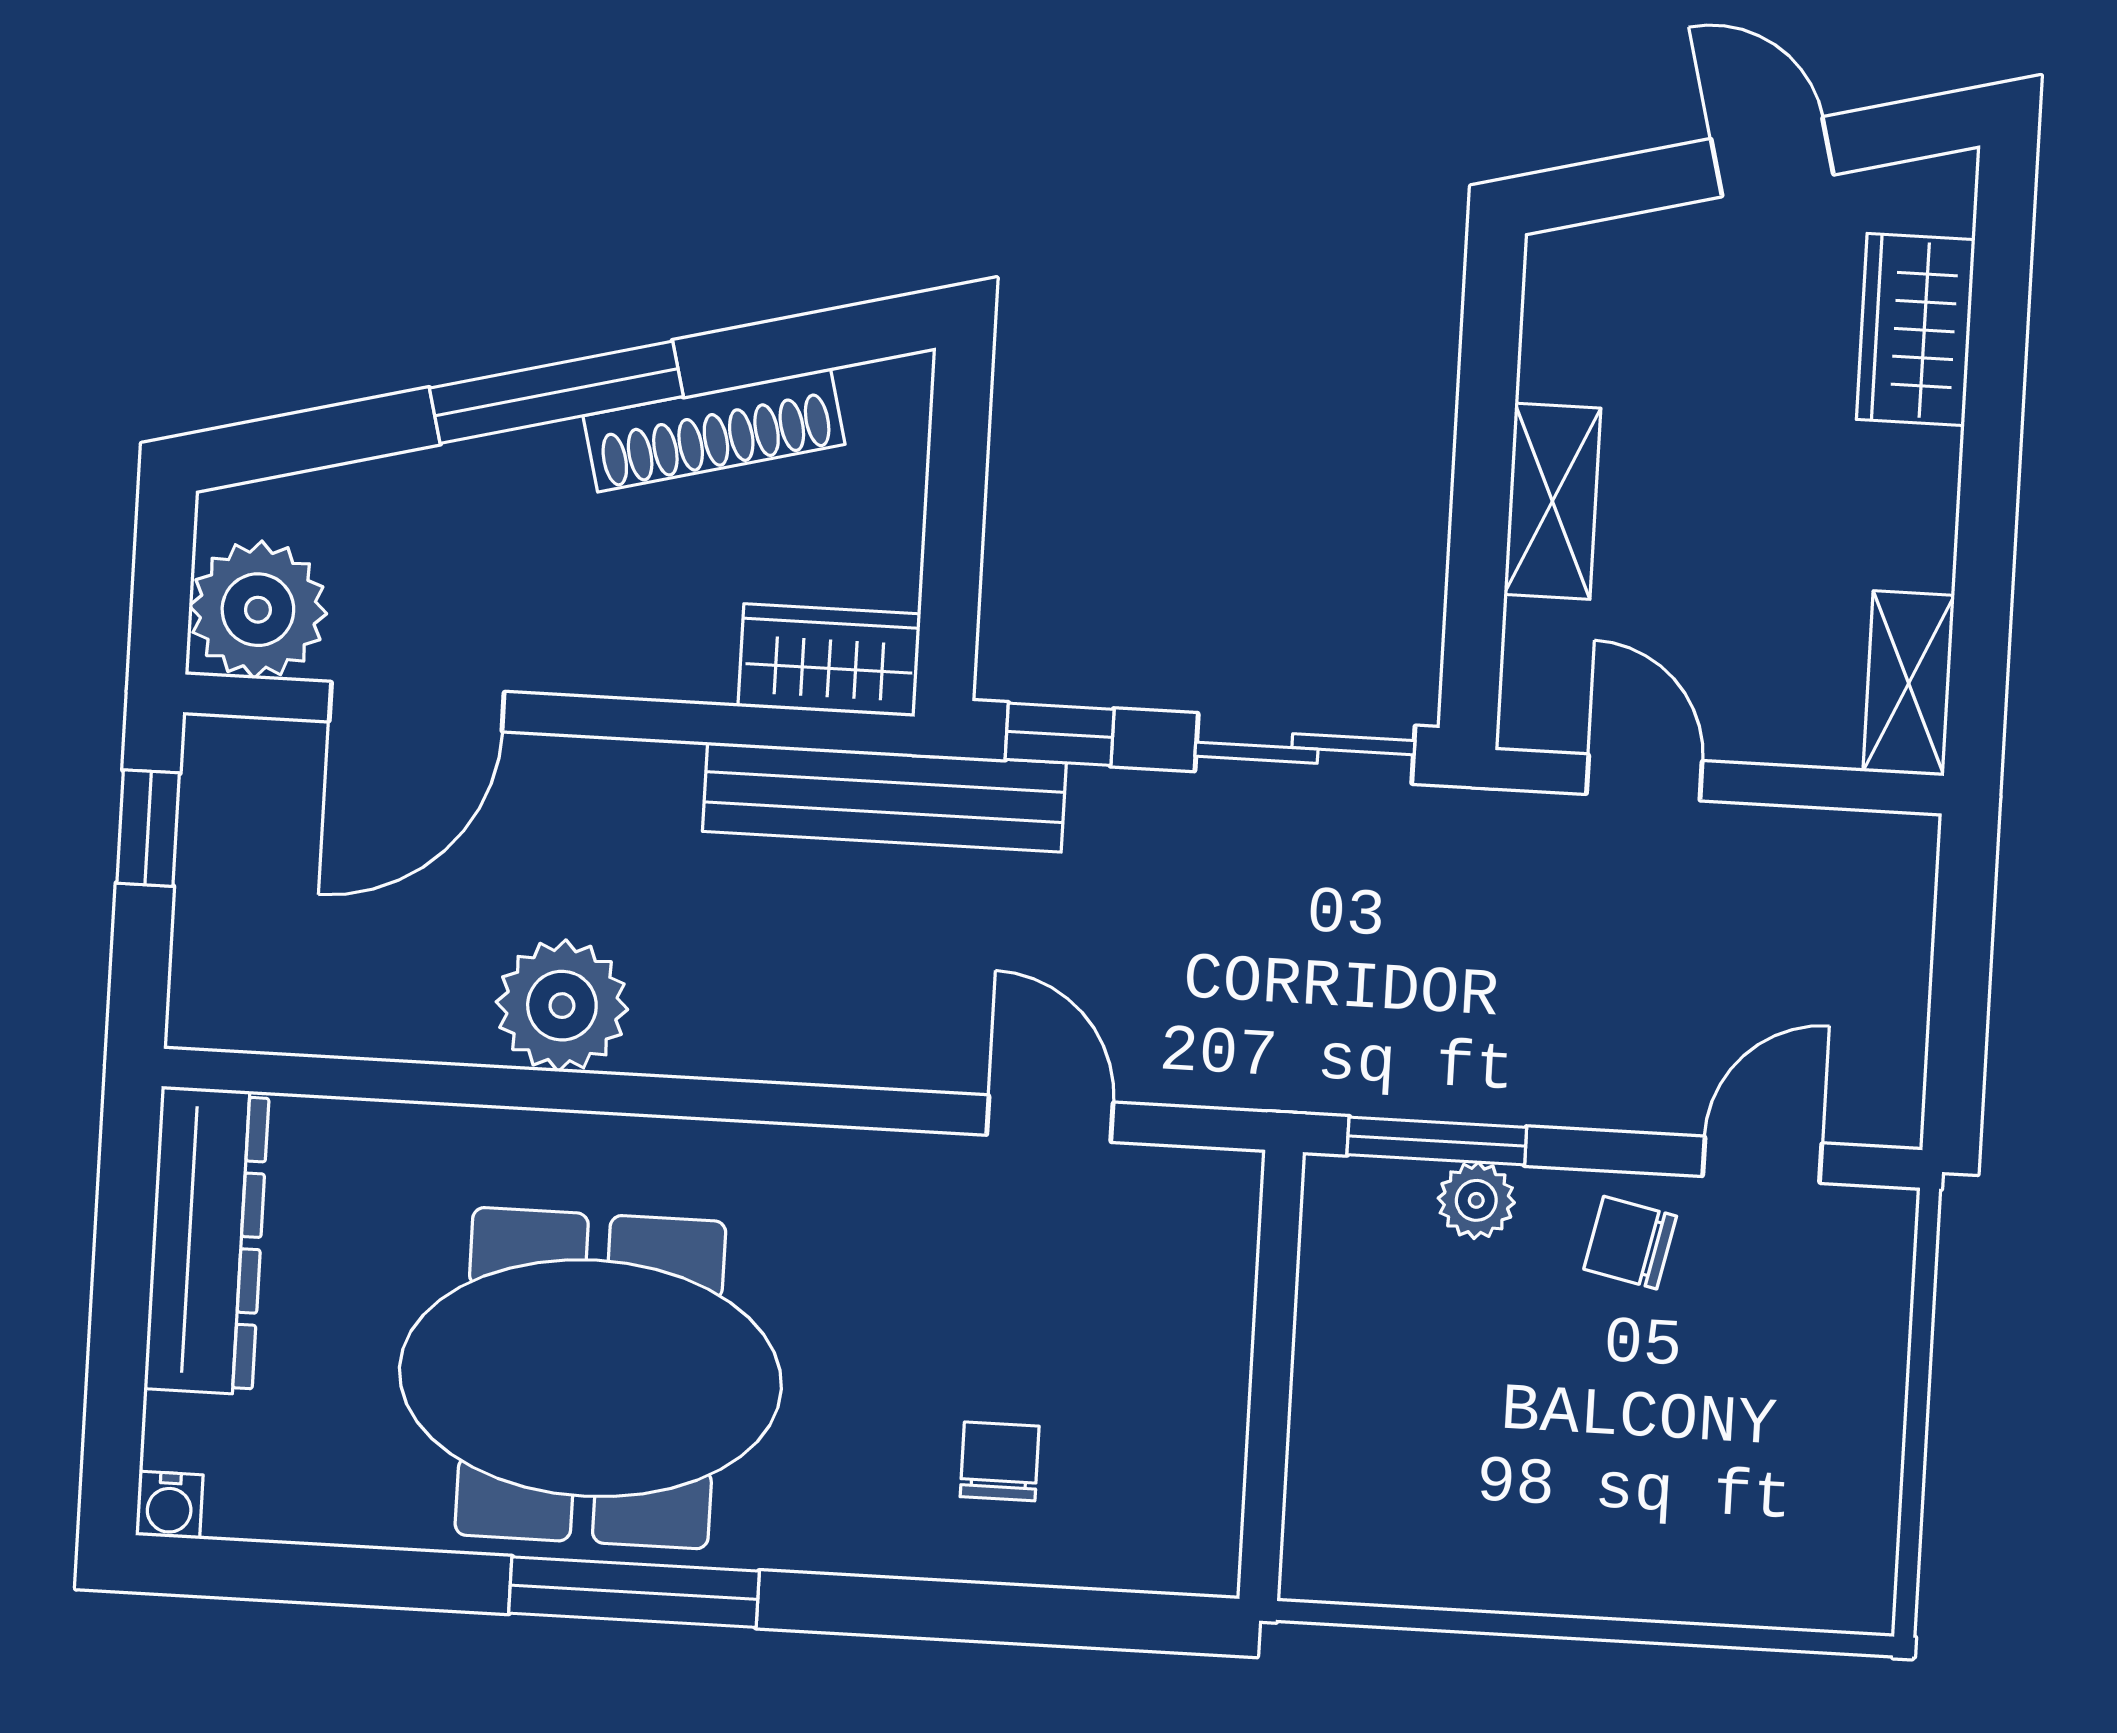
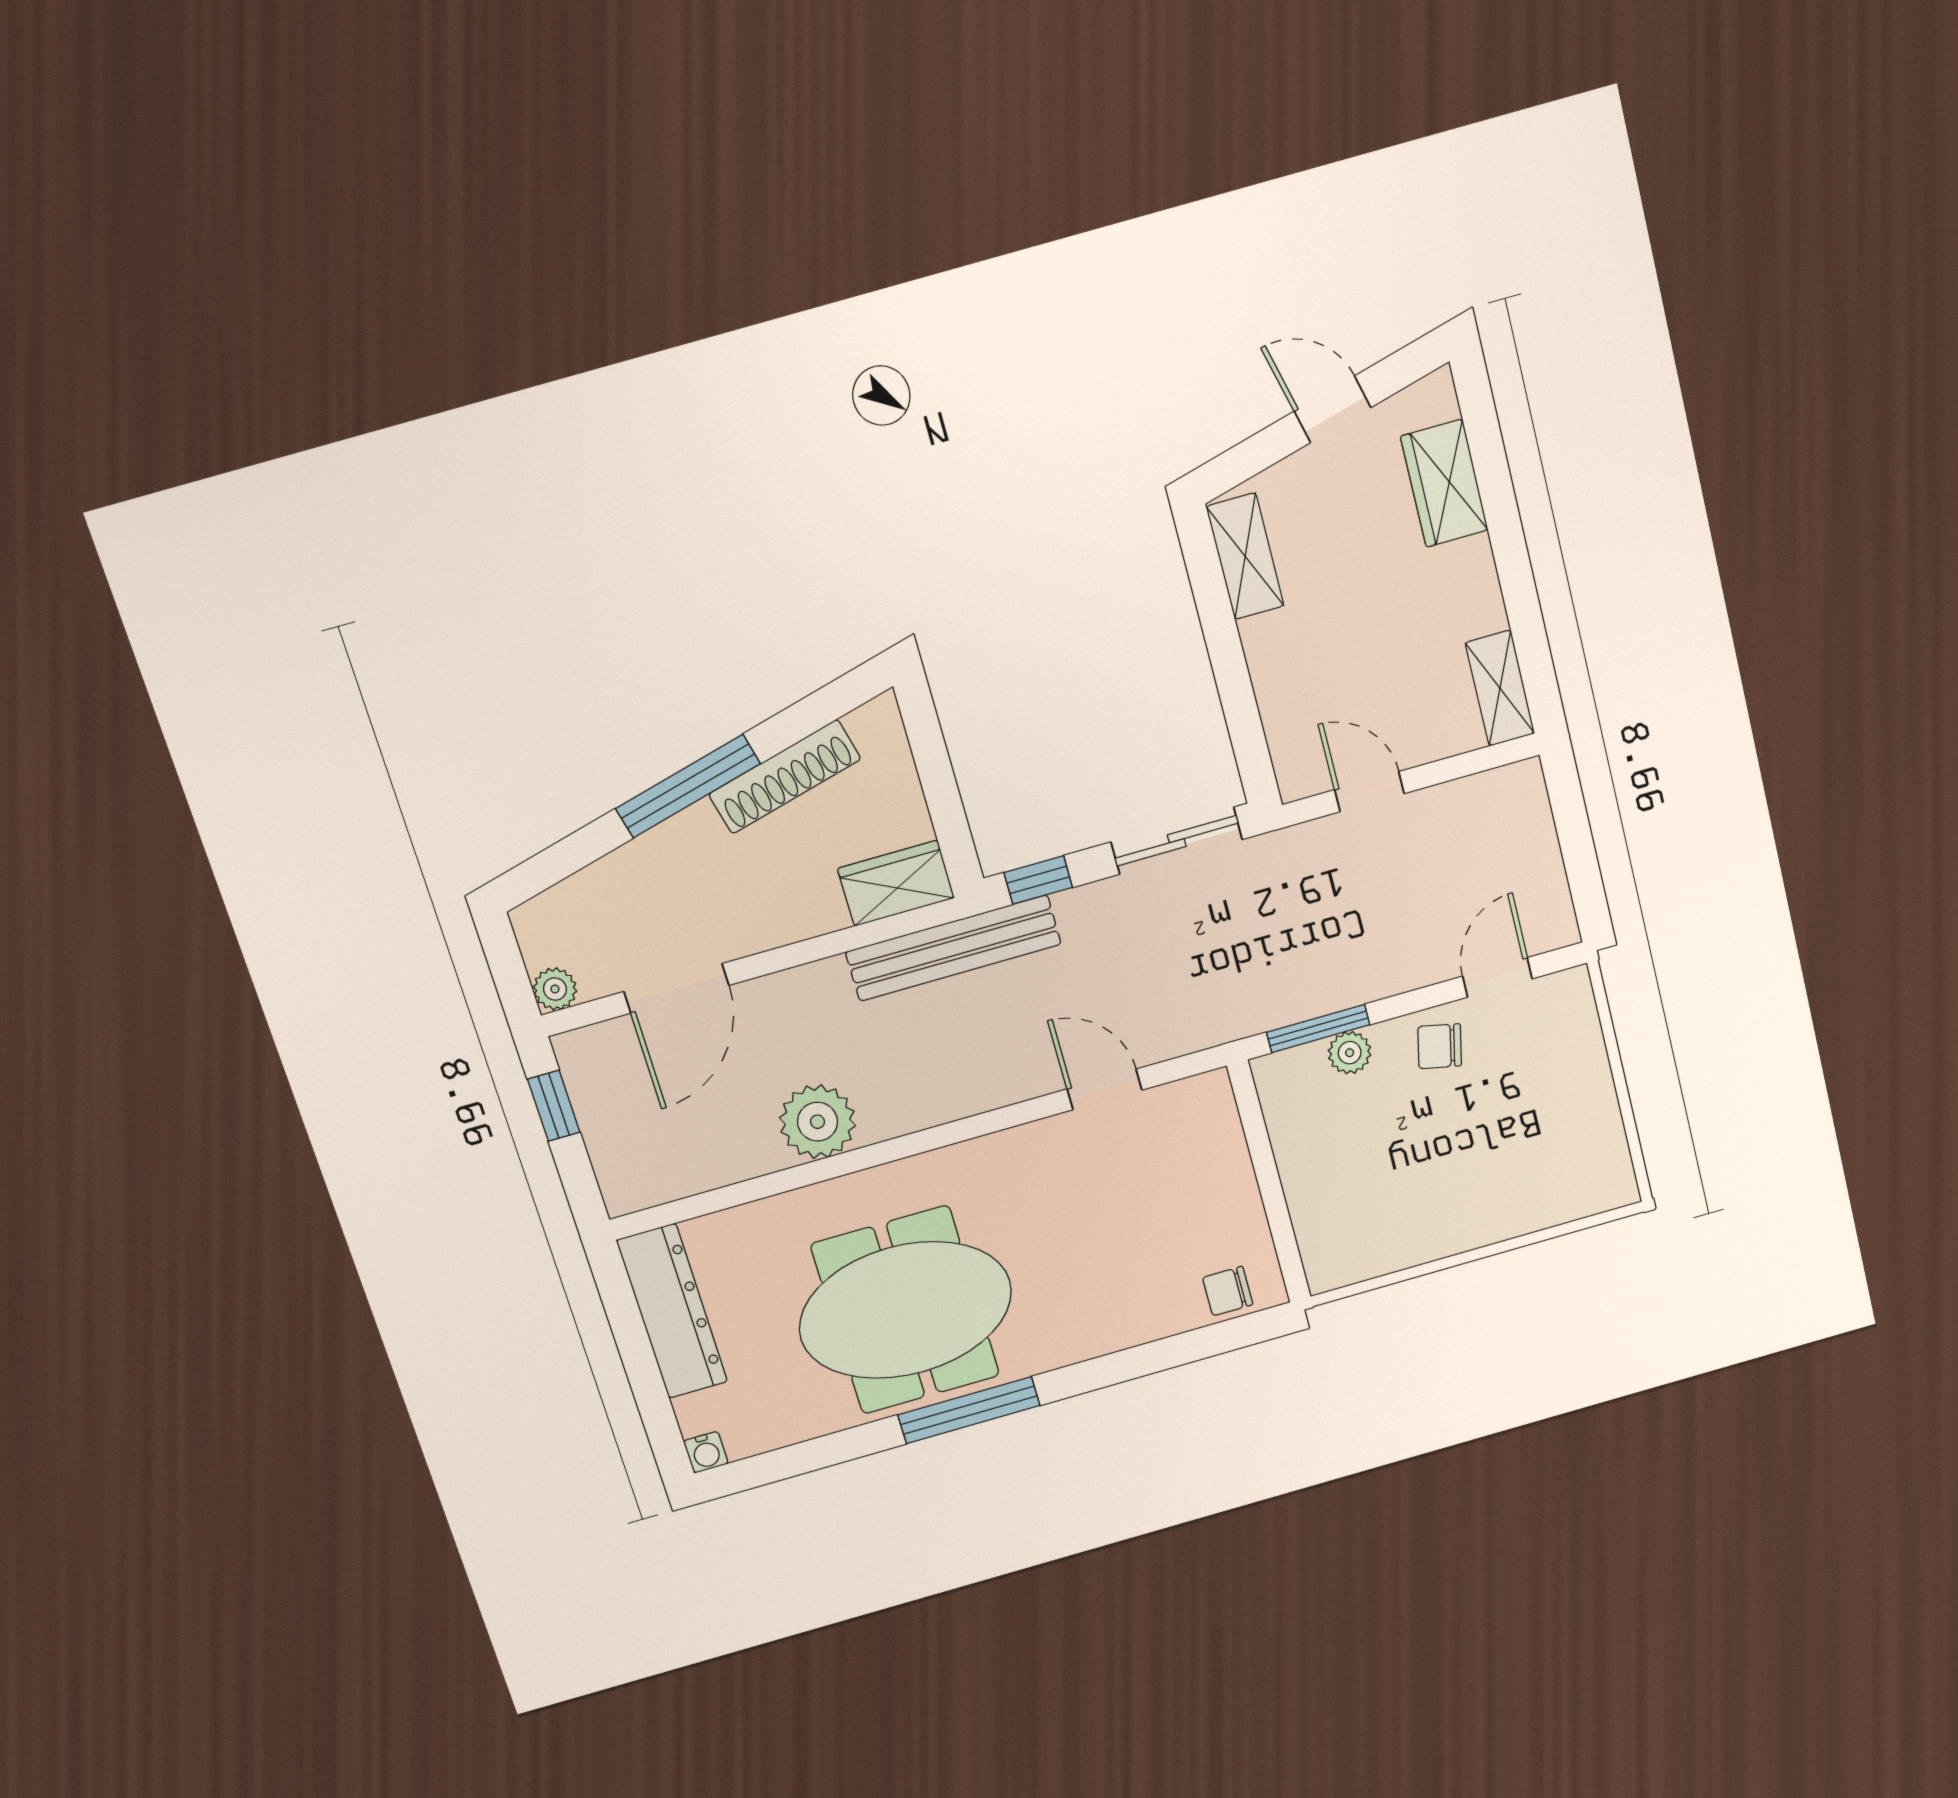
shelving: (1552, 501) -> (1245, 556), moved
plant: (258, 610) -> (555, 989), width x0.53, depth x0.53
chair: (1000, 1461) -> (1228, 1291), moved, turned -90

